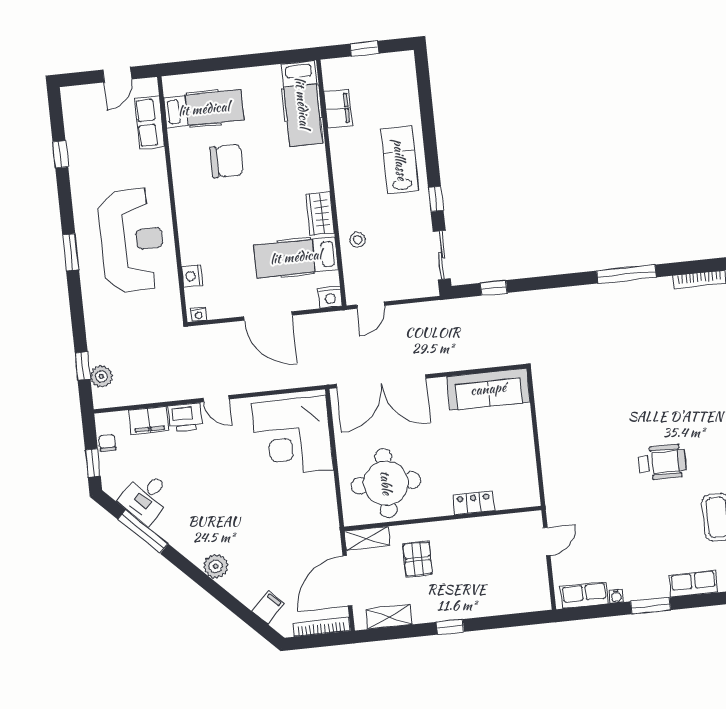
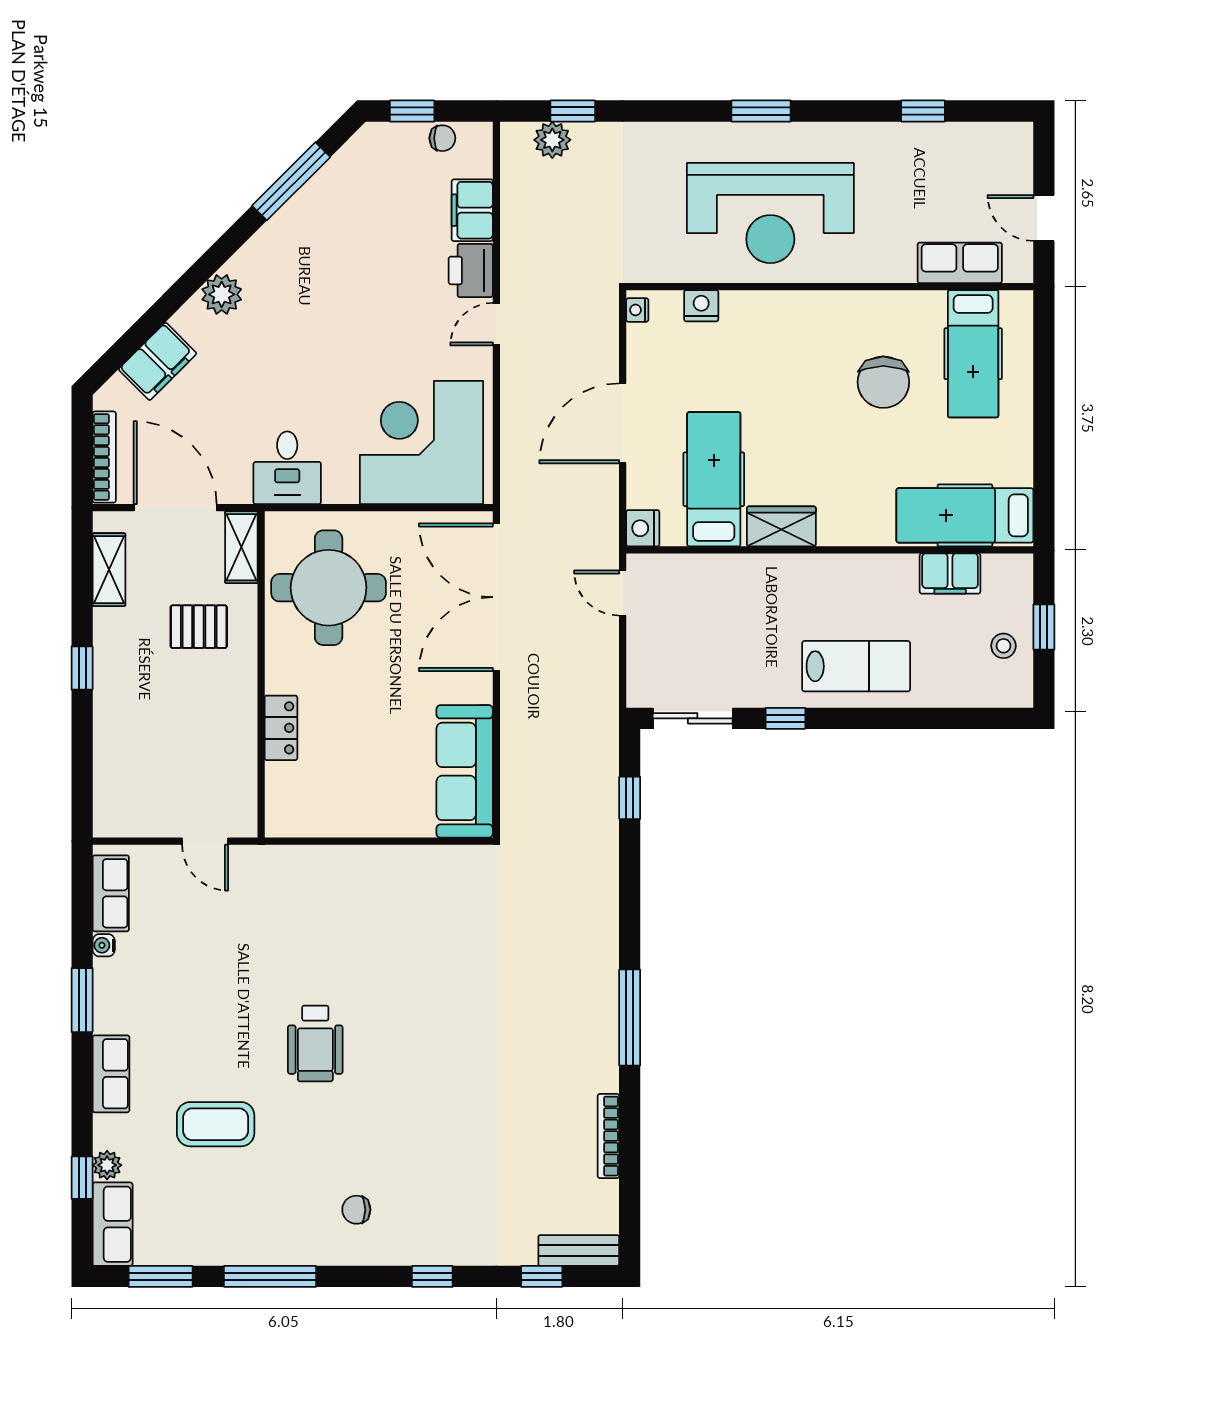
stool: (358, 240) -> (1003, 646), moved
desk: (146, 497) -> (287, 468), moved, turned -135
filing cabinet: (268, 607) -> (158, 361), width x2.00

